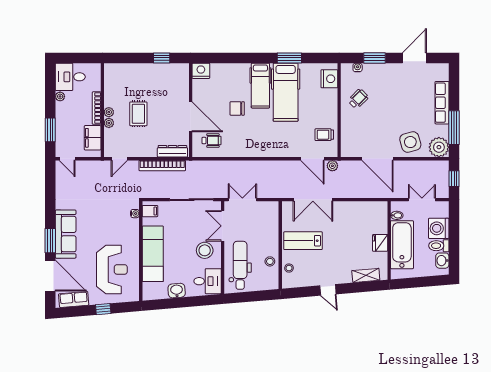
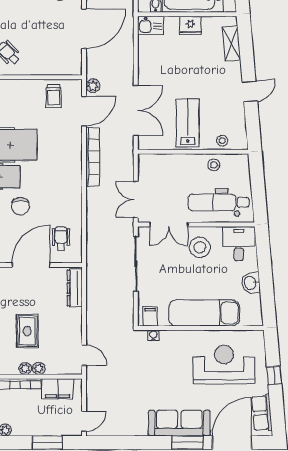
rug: (138, 114) -> (27, 331), turned 90
bookcase: (162, 166) -> (93, 157), moved
kitchen sink: (380, 211) -> (151, 25), added
lab bench: (303, 241) -> (188, 123), turned 180

